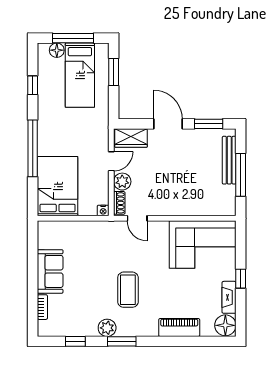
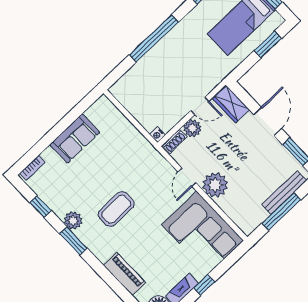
bed: (58, 186) -> (143, 84), removed
plant: (177, 204) -> (215, 185), added
door: (137, 218) -> (187, 177), moved
bookcase: (42, 307) -> (32, 168), moved

